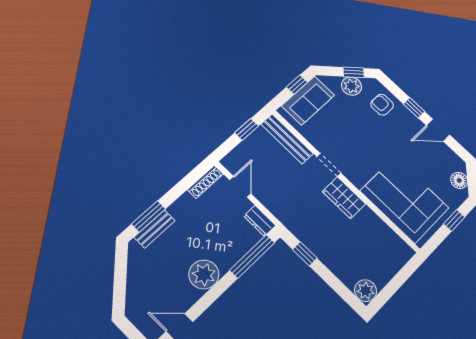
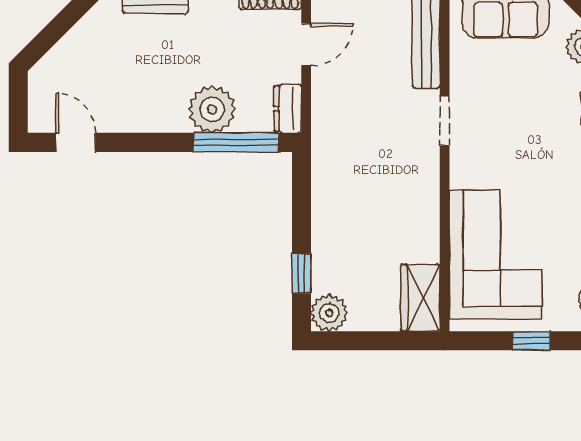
wardrobe: (344, 198) -> (421, 298), moved
window: (305, 254) -> (301, 273), moved
plant: (204, 274) -> (212, 109), moved

